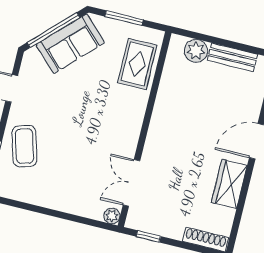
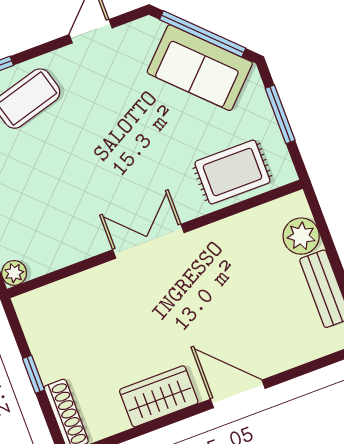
double door: (131, 183) -> (148, 241), moved
window: (148, 236) -> (34, 374), moved

